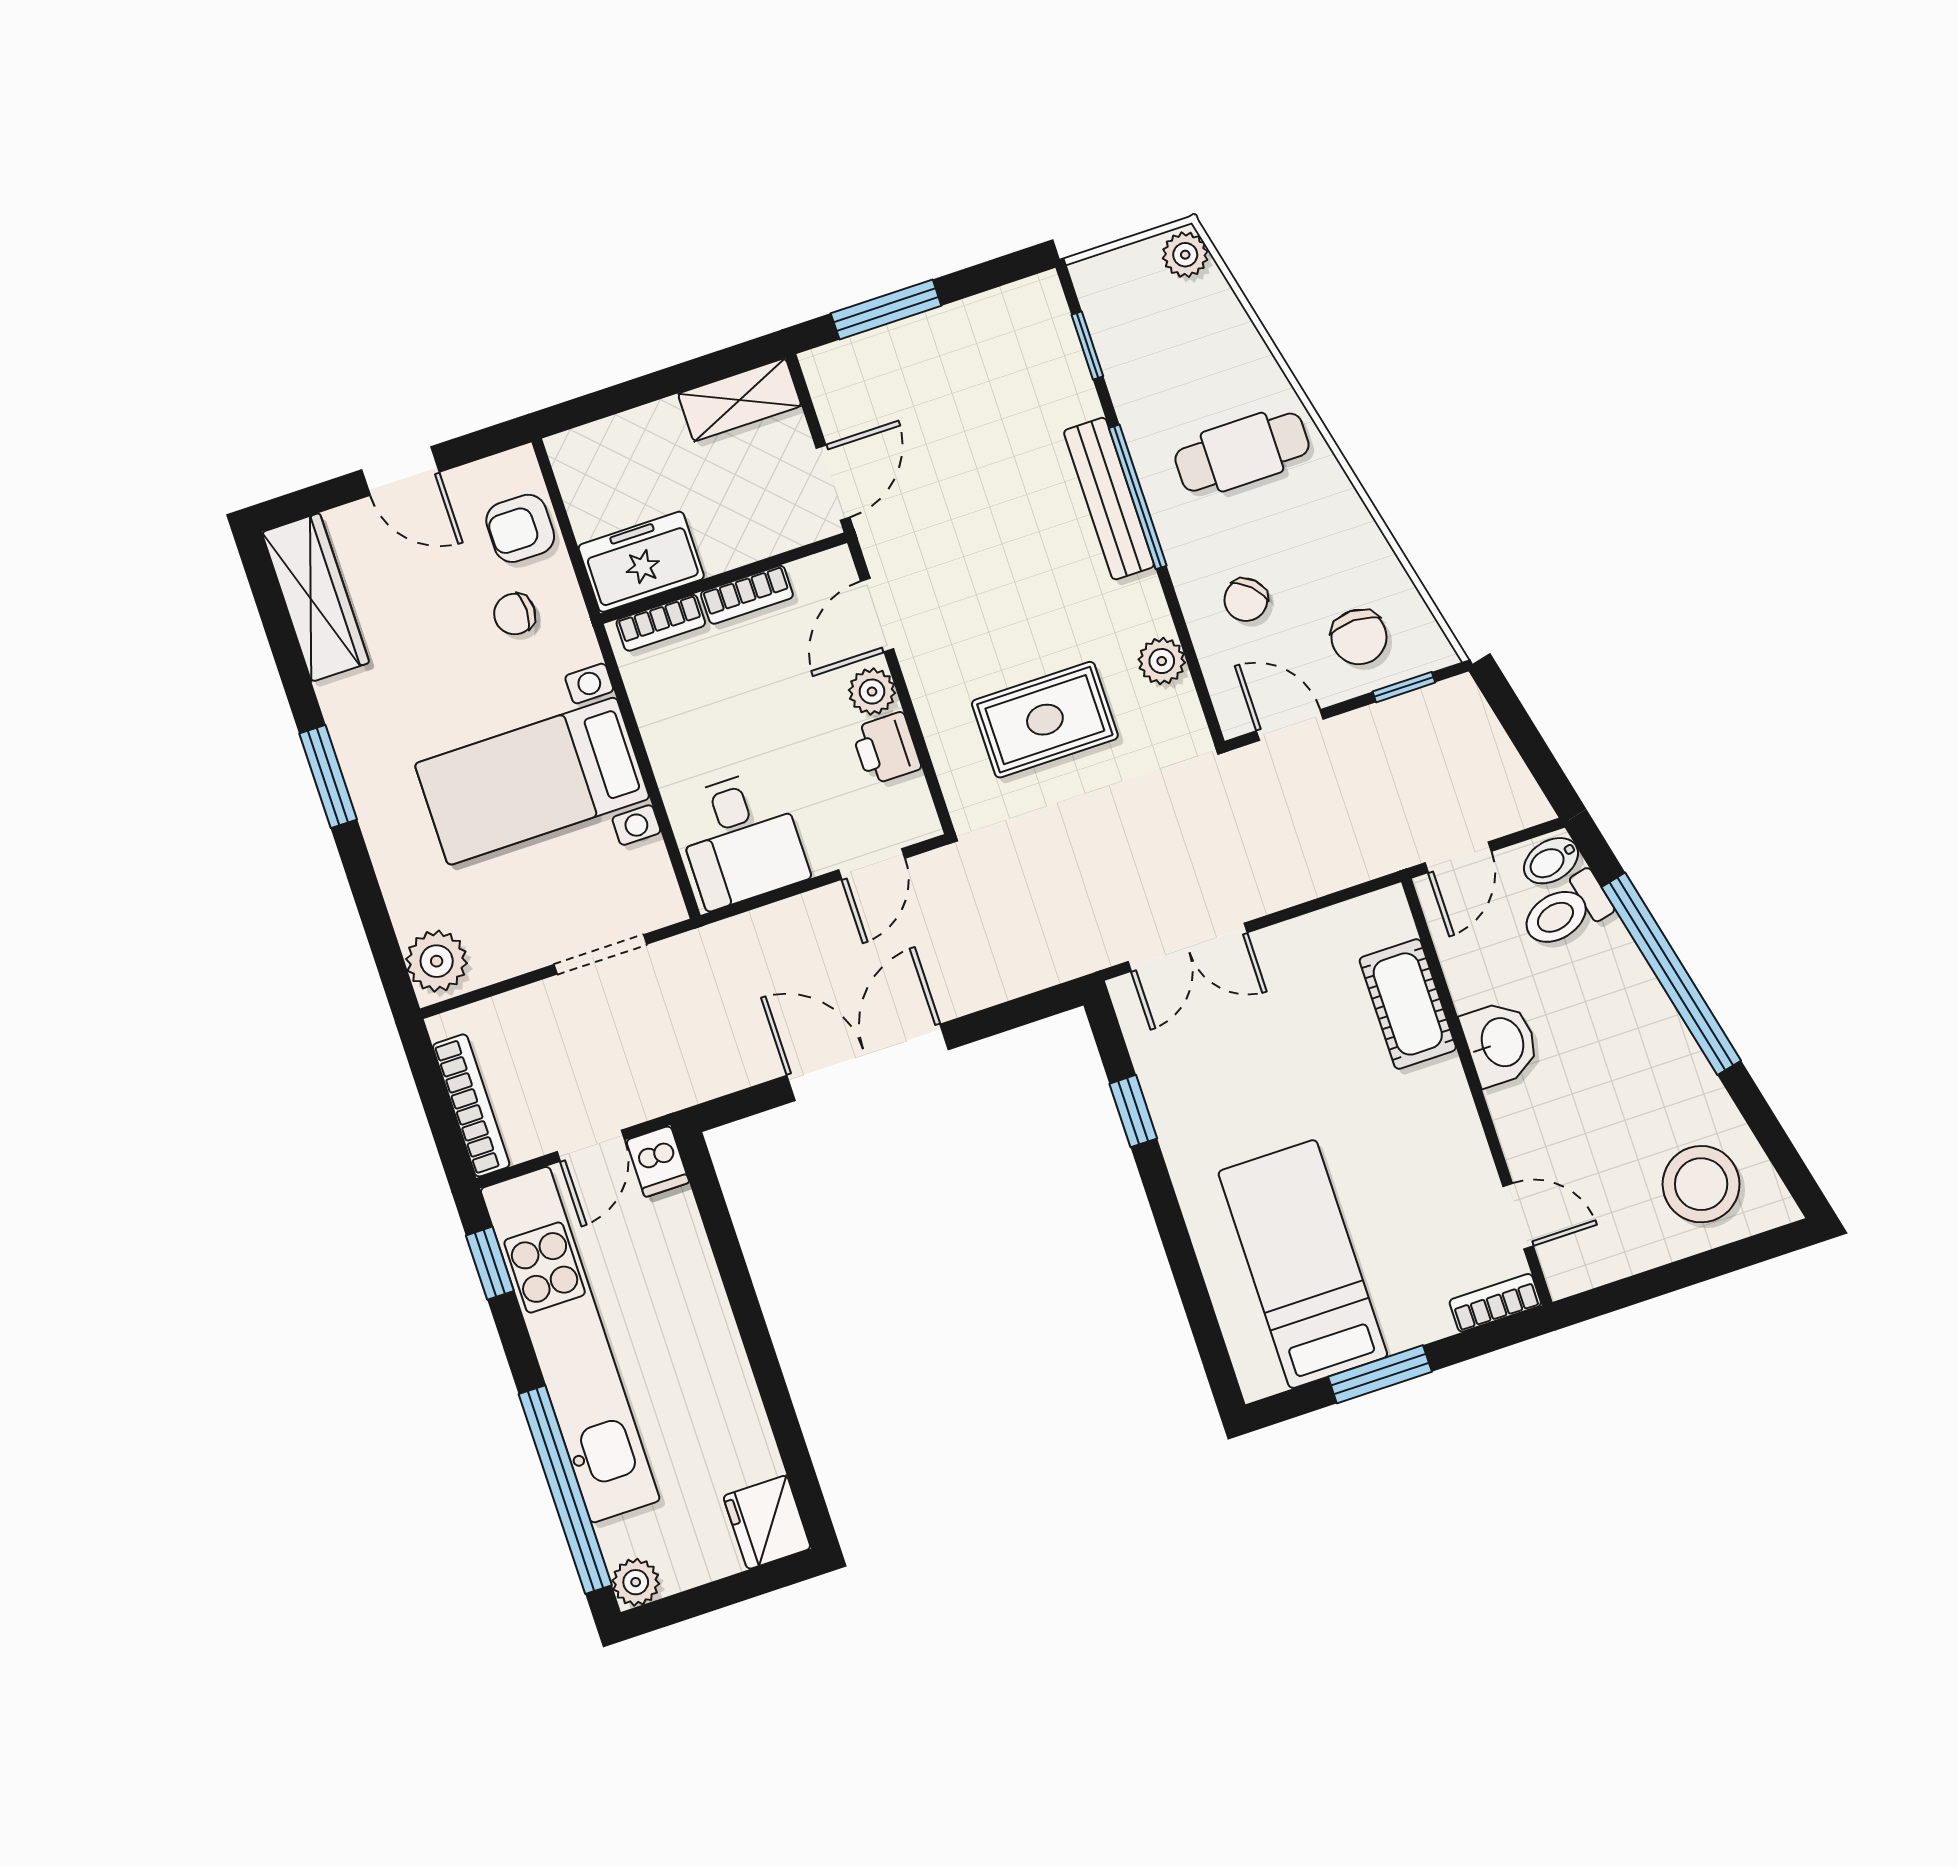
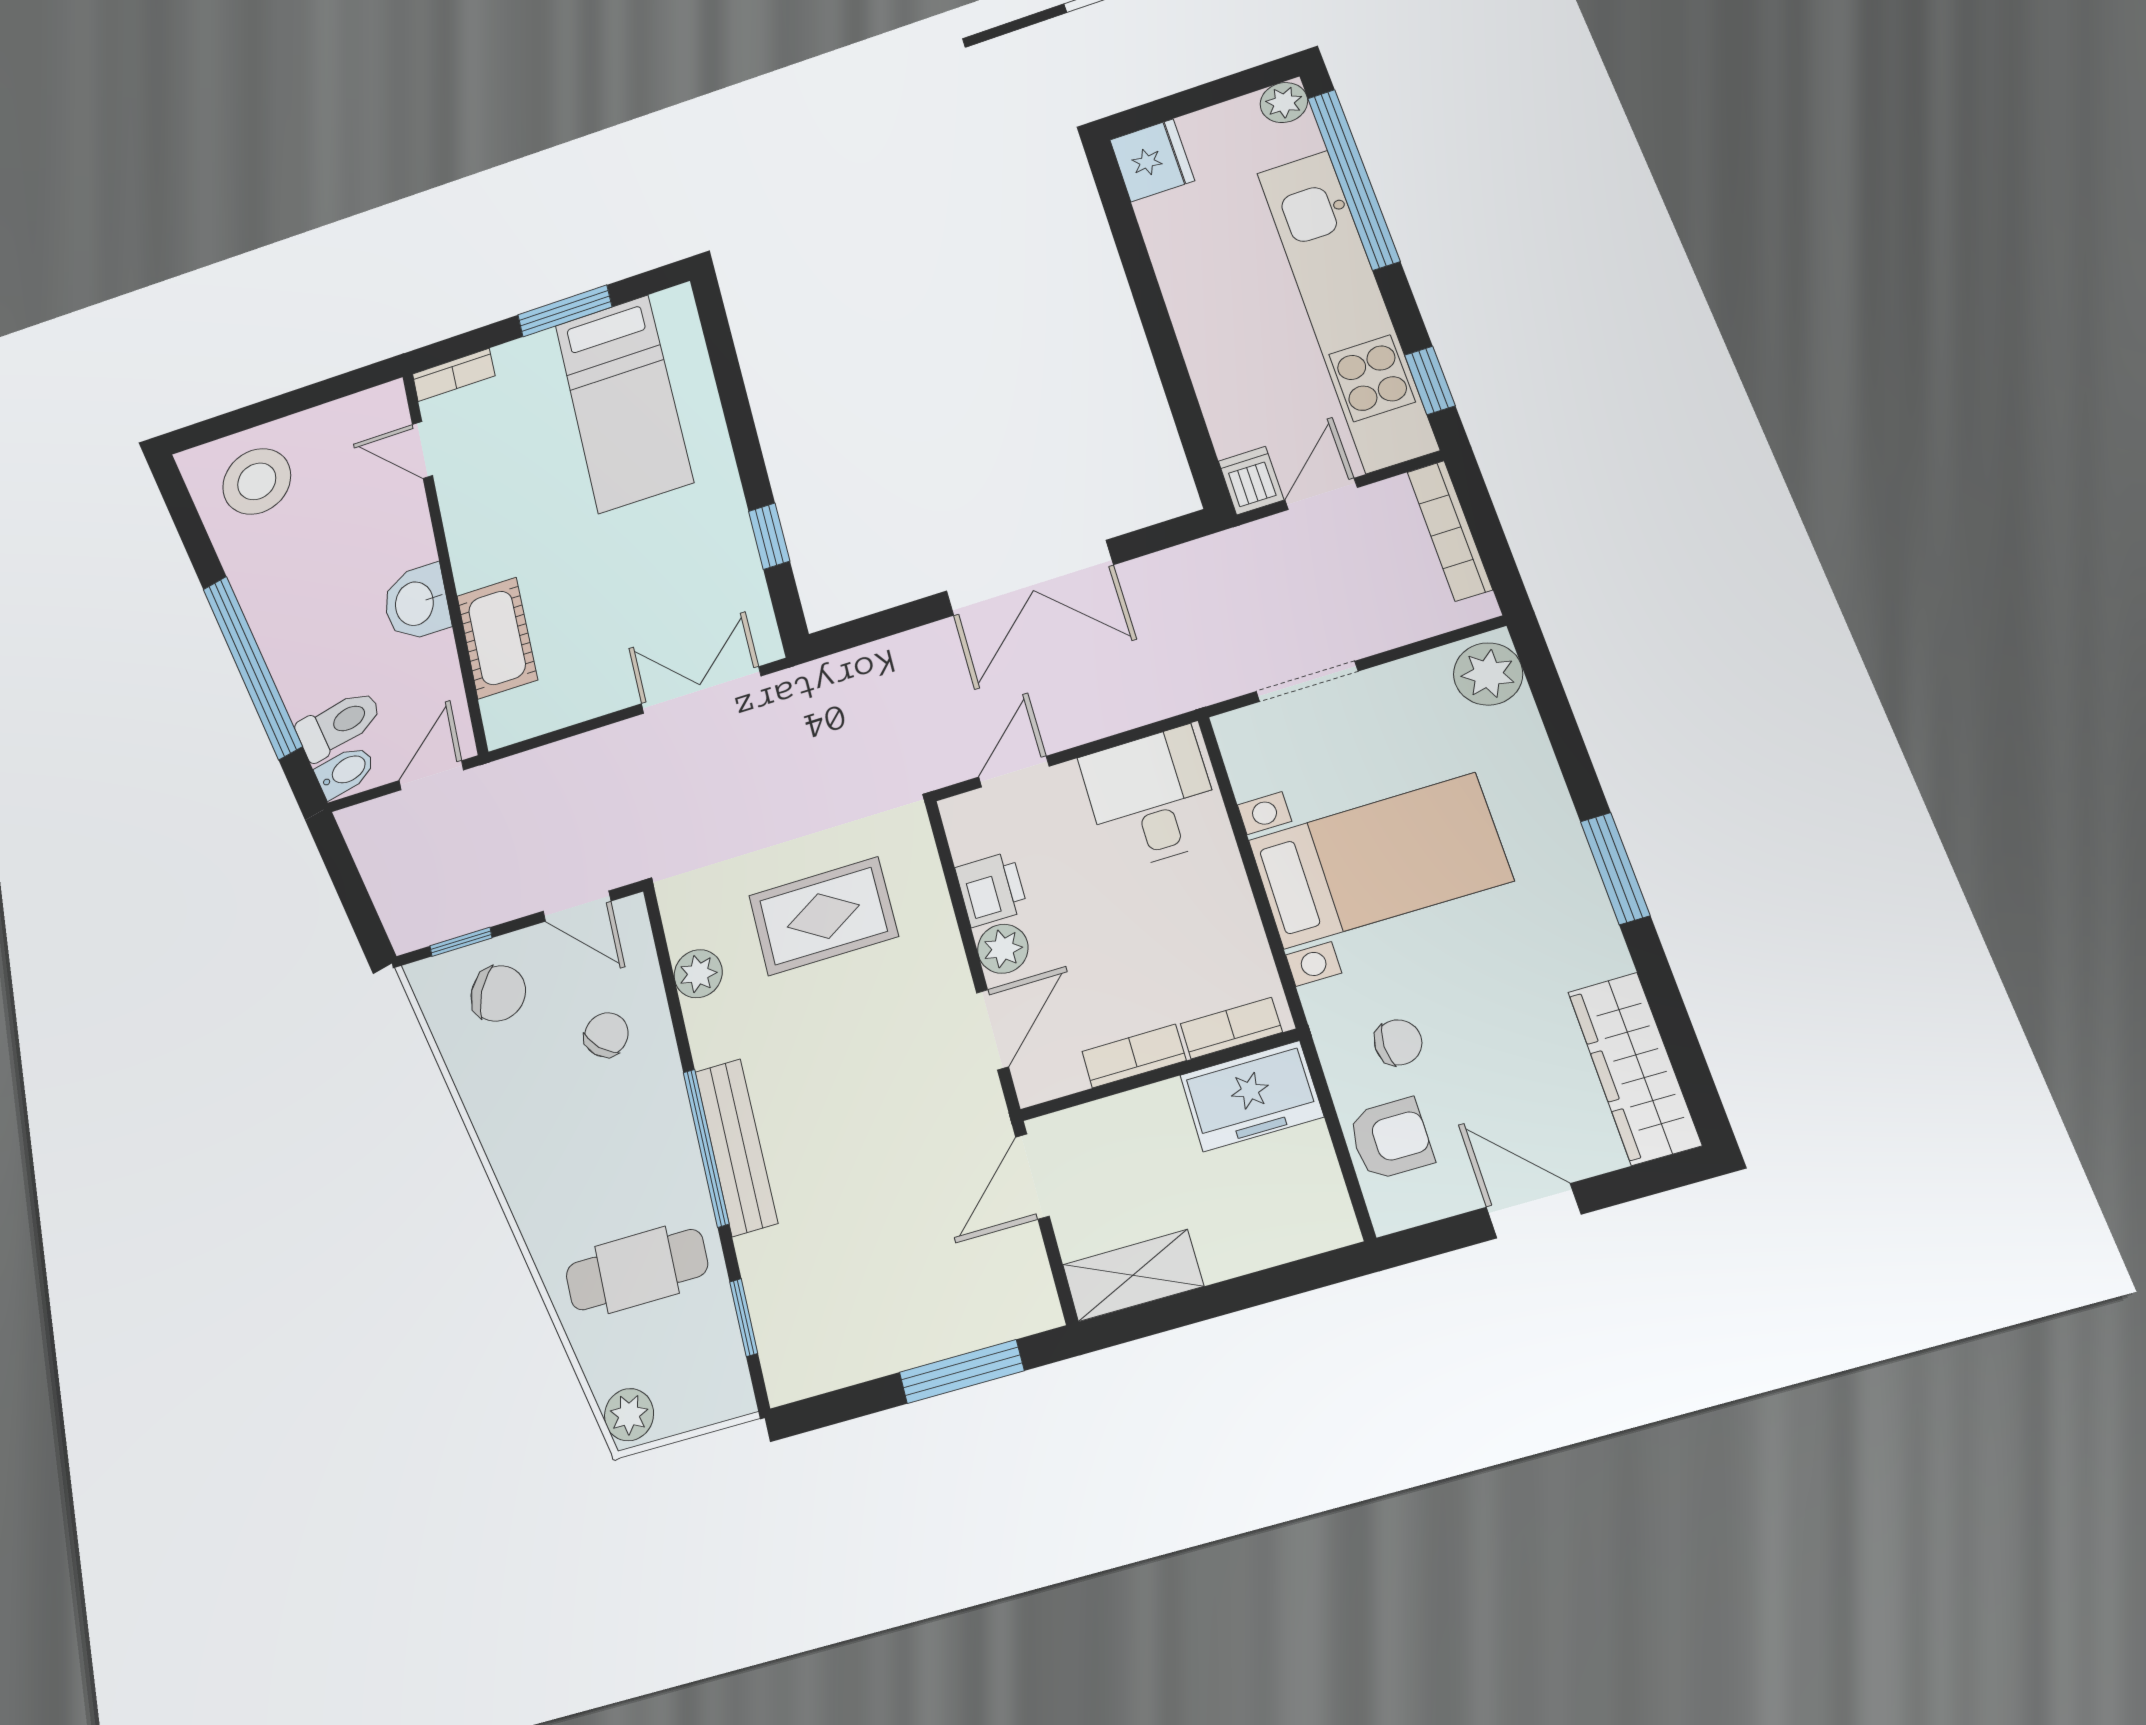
cafe table: (1242, 452) -> (637, 1270), moved
chair: (1359, 637) -> (498, 993), turned 113

